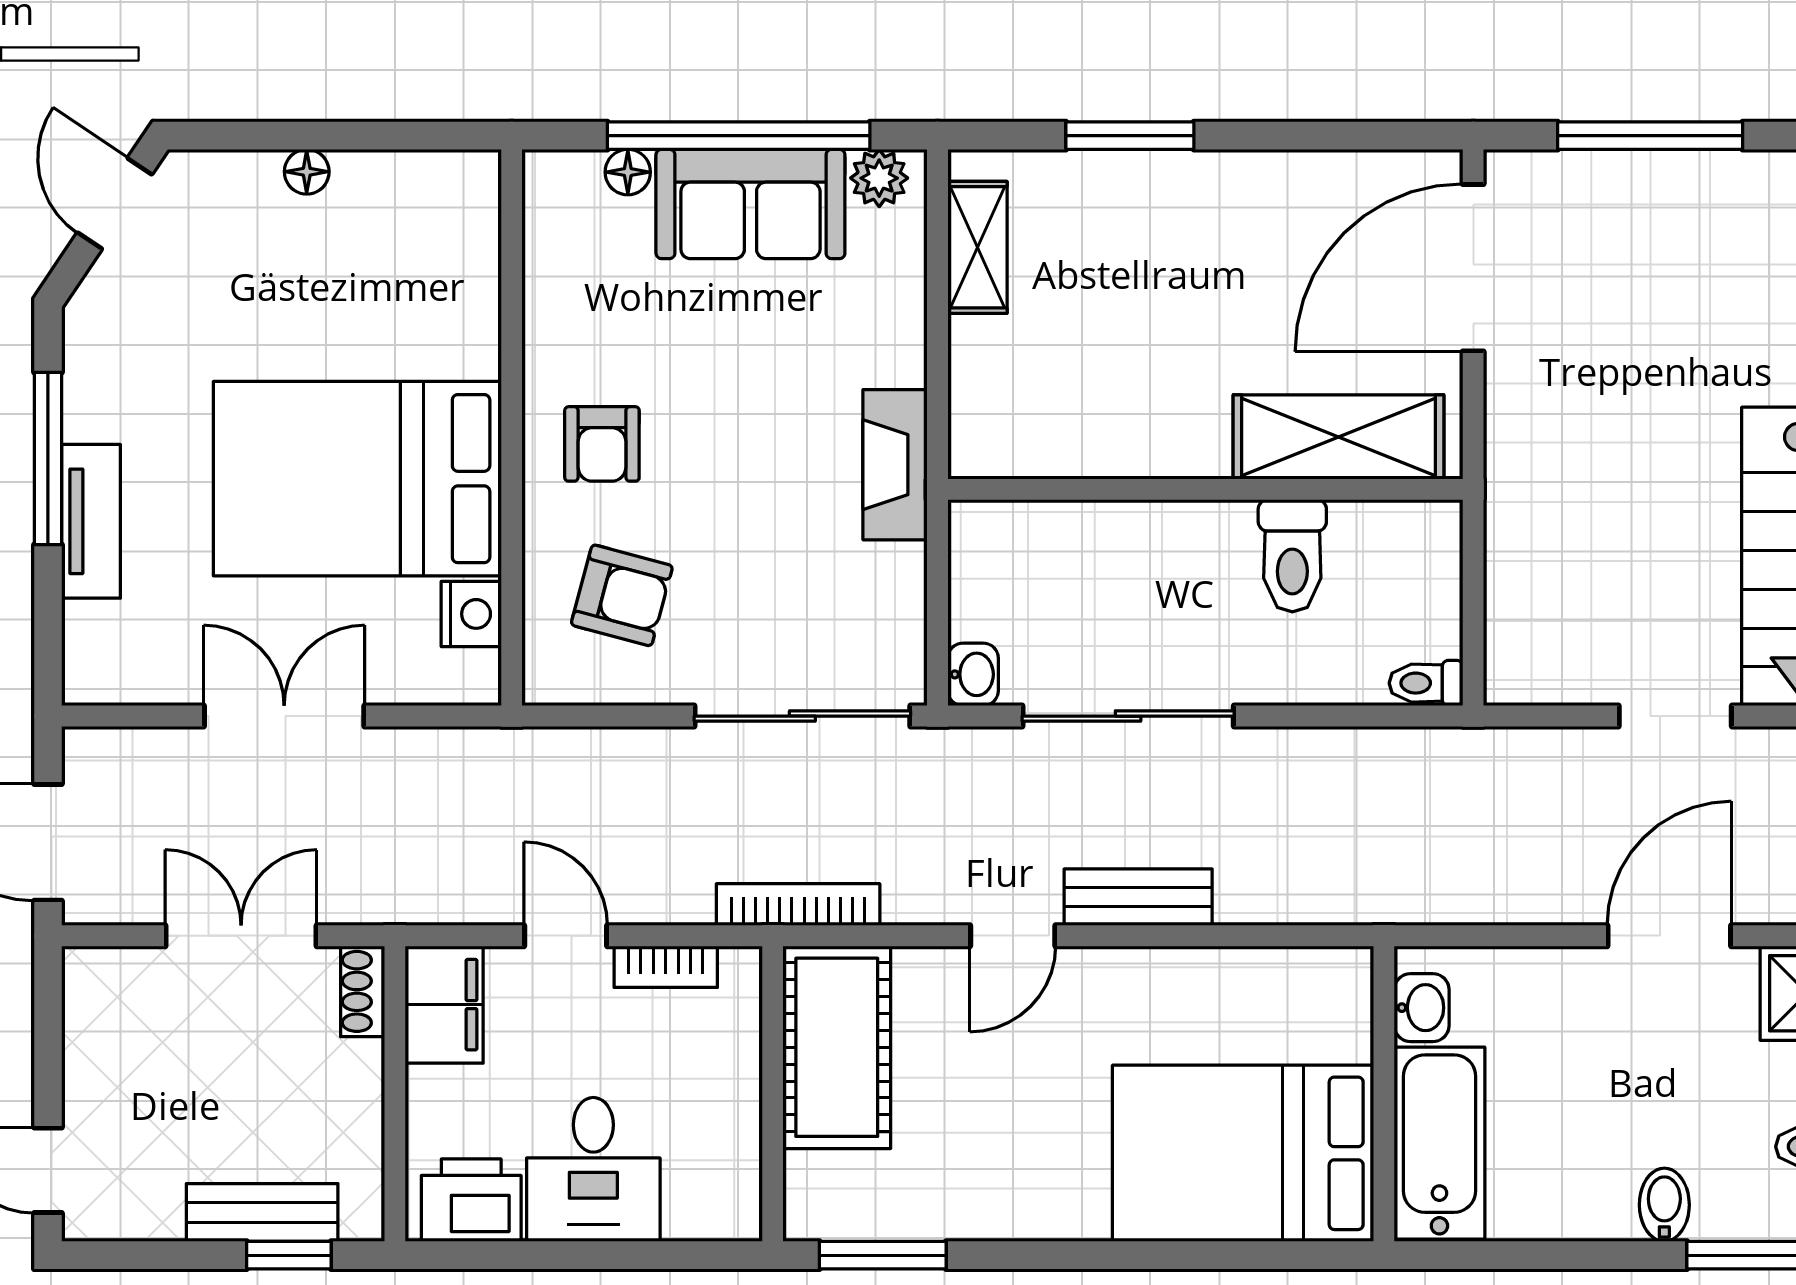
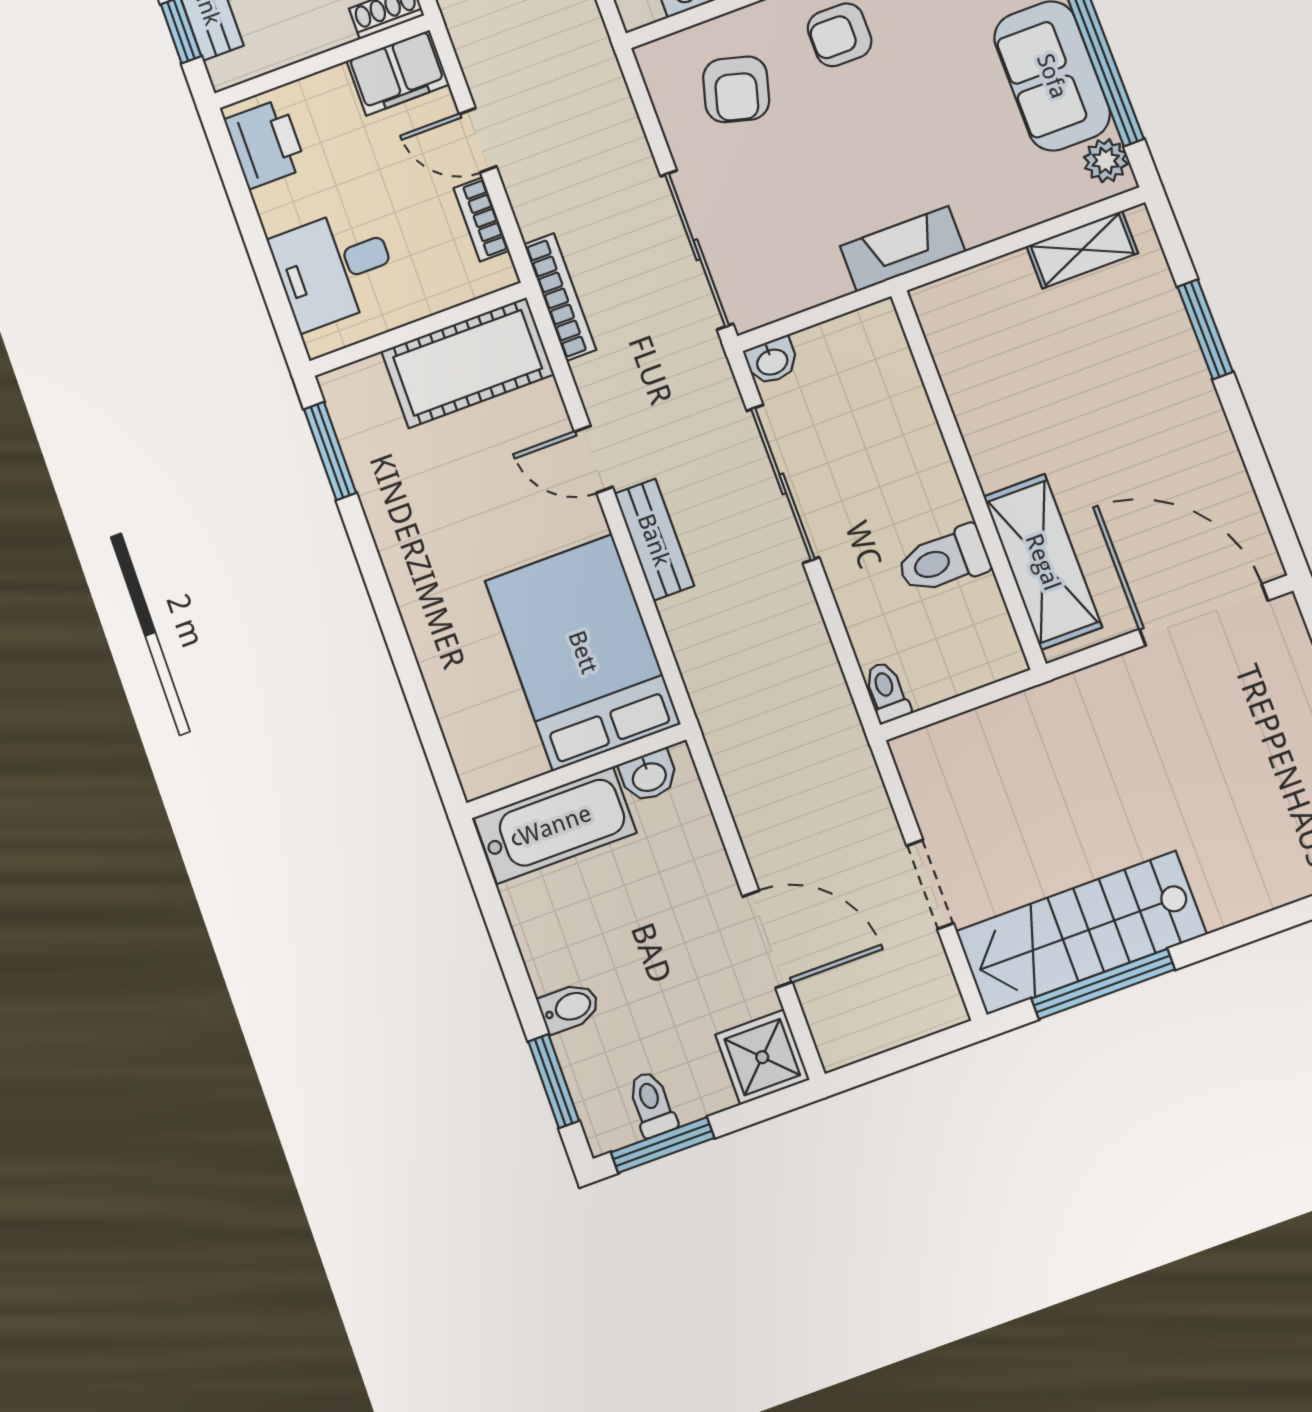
door: (566, 936) -> (478, 140), swing flipped
bed: (1243, 1153) -> (583, 652), moved
desk: (593, 1169) -> (335, 268), moved

